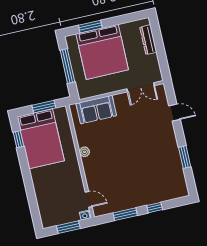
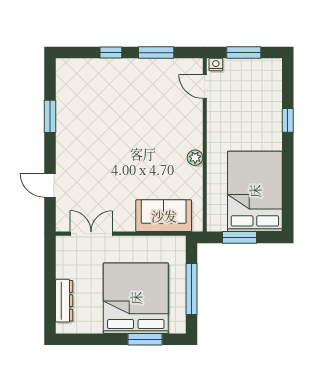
window: (18, 139) -> (288, 120), moved

